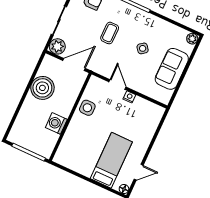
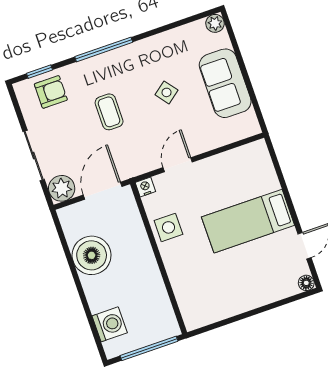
door: (117, 84) -> (178, 165), hinge flipped
nightstand: (129, 97) -> (145, 187), moved
washing machine: (56, 123) -> (110, 324), moved, turned 180
bed: (111, 160) -> (248, 221), moved, turned -90

